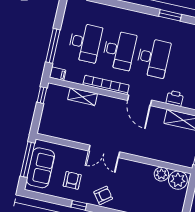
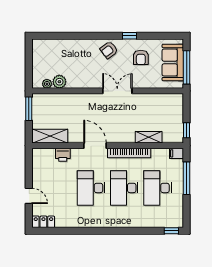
window: (170, 15) -> (84, 231), removed
plant: (178, 180) -> (47, 84), width x0.53, depth x0.53

